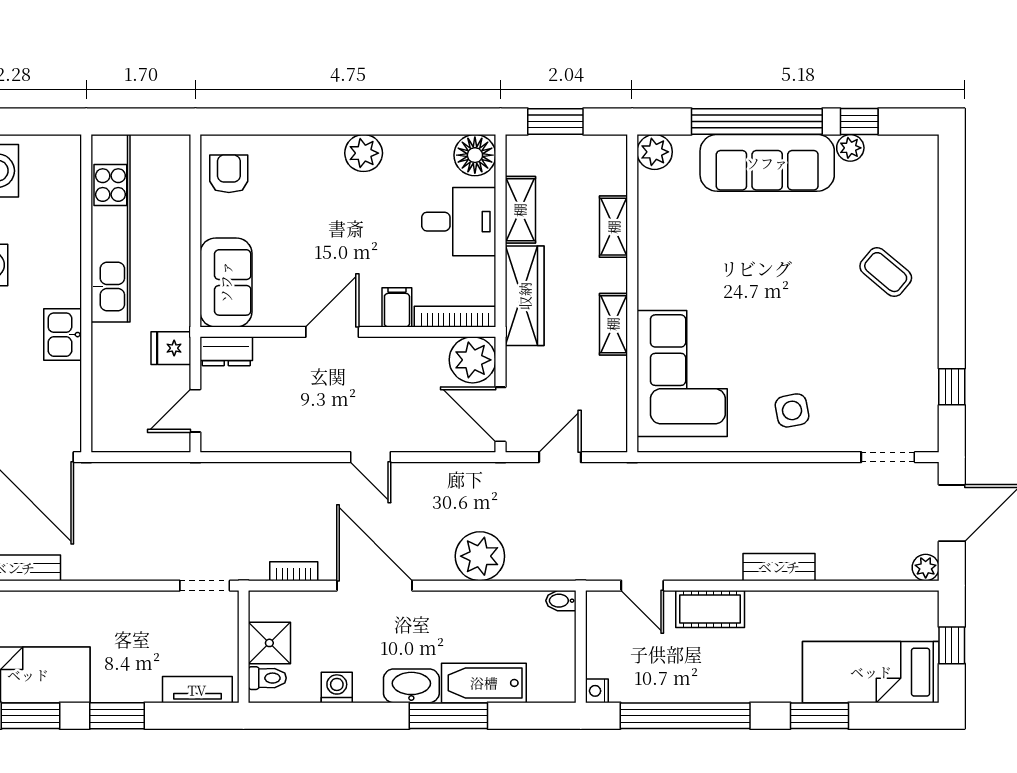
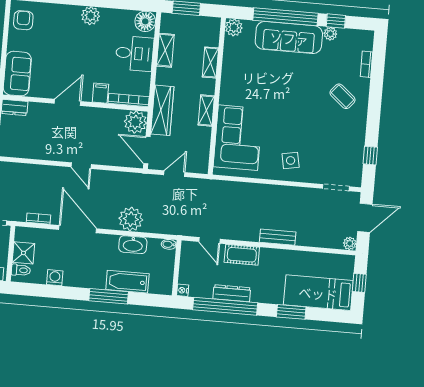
bookcase: (928, 203) -> (366, 64), added
wardrobe: (525, 296) -> (162, 110), moved
washbasin: (411, 686) -> (133, 245), moved, turned 180
dresser: (696, 688) -> (232, 293), added

